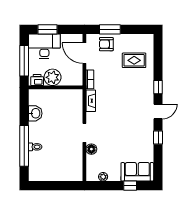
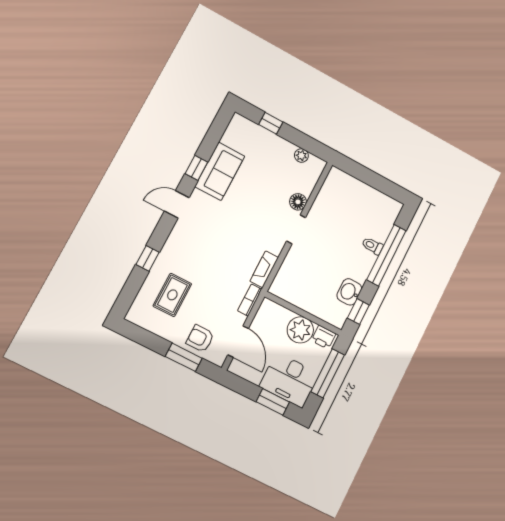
armchair: (106, 44) -> (200, 339), turned 180
rug: (134, 60) -> (172, 295), turned 90
window: (158, 87) -> (148, 258), moved
window: (24, 105) -> (358, 312), added
sofa: (137, 172) -> (220, 171), moved, turned -90

